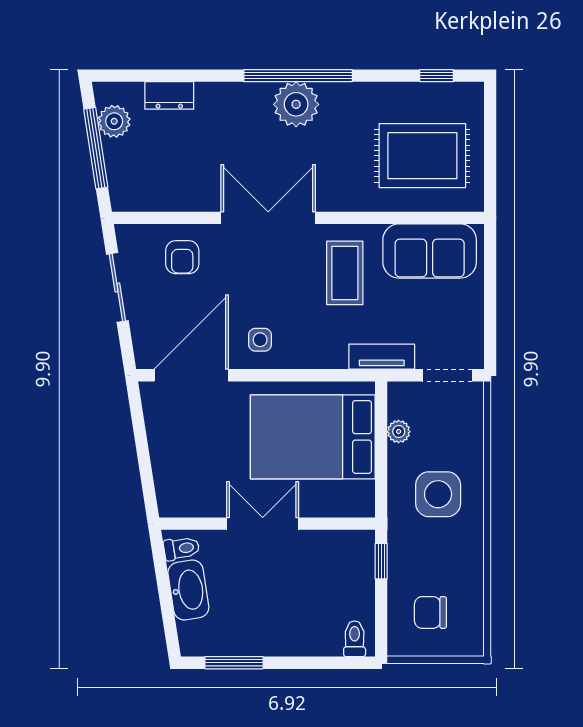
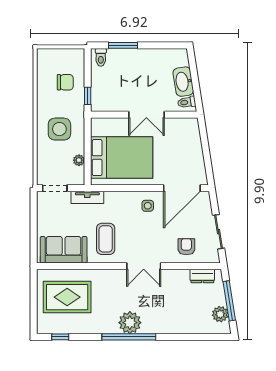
dresser: (169, 95) -> (202, 276), moved, turned 180
double door: (268, 218) -> (144, 266), width x0.73
chair: (430, 612) -> (65, 82), moved
window: (234, 663) -> (123, 45), moved

